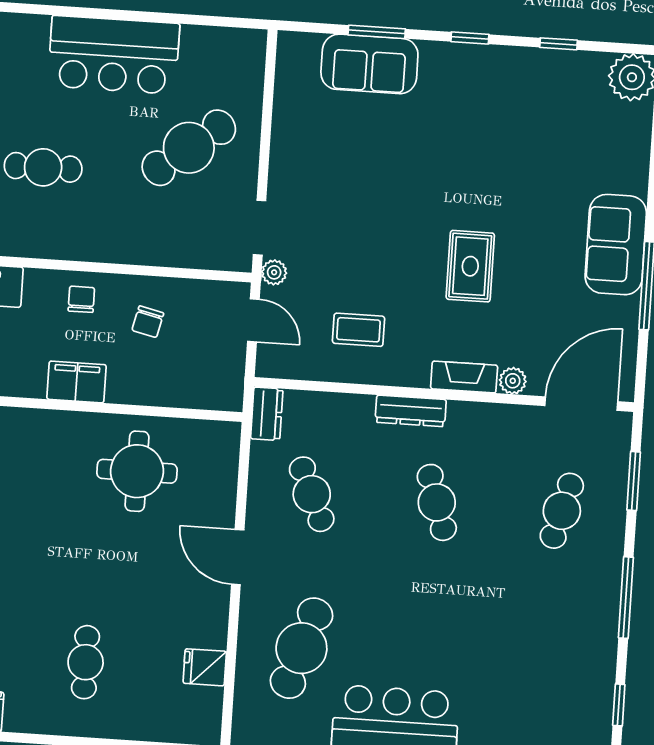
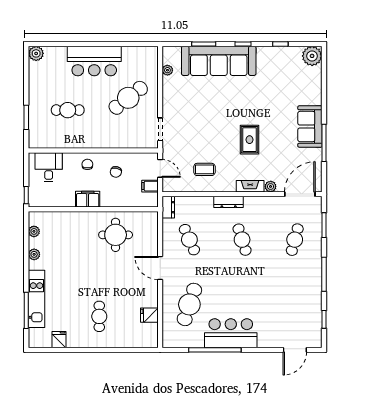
sofa: (369, 64) -> (219, 61), width x1.85, depth x1.27
plant: (274, 272) -> (167, 70), moved
filing cabinet: (227, 361) -> (150, 186), added

